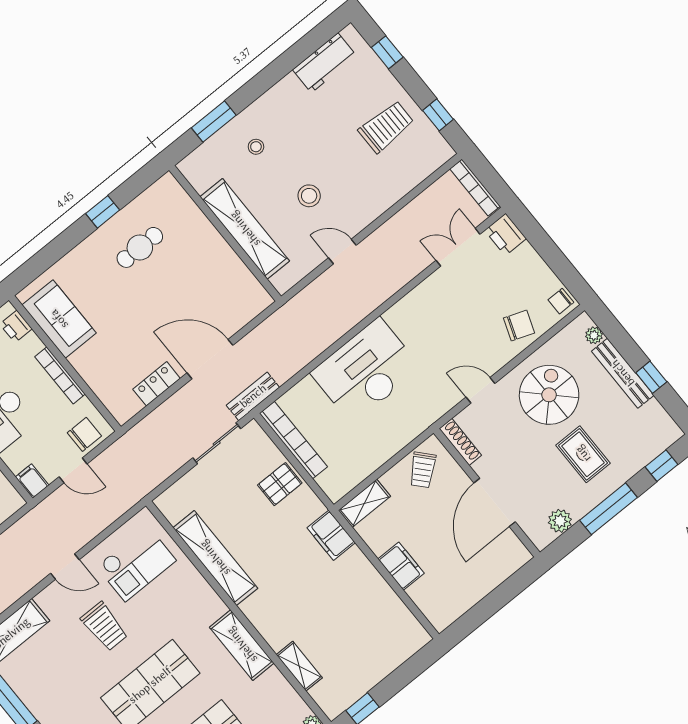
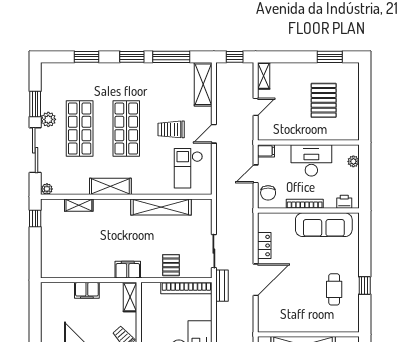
sofa: (59, 319) -> (324, 225), width x1.36

